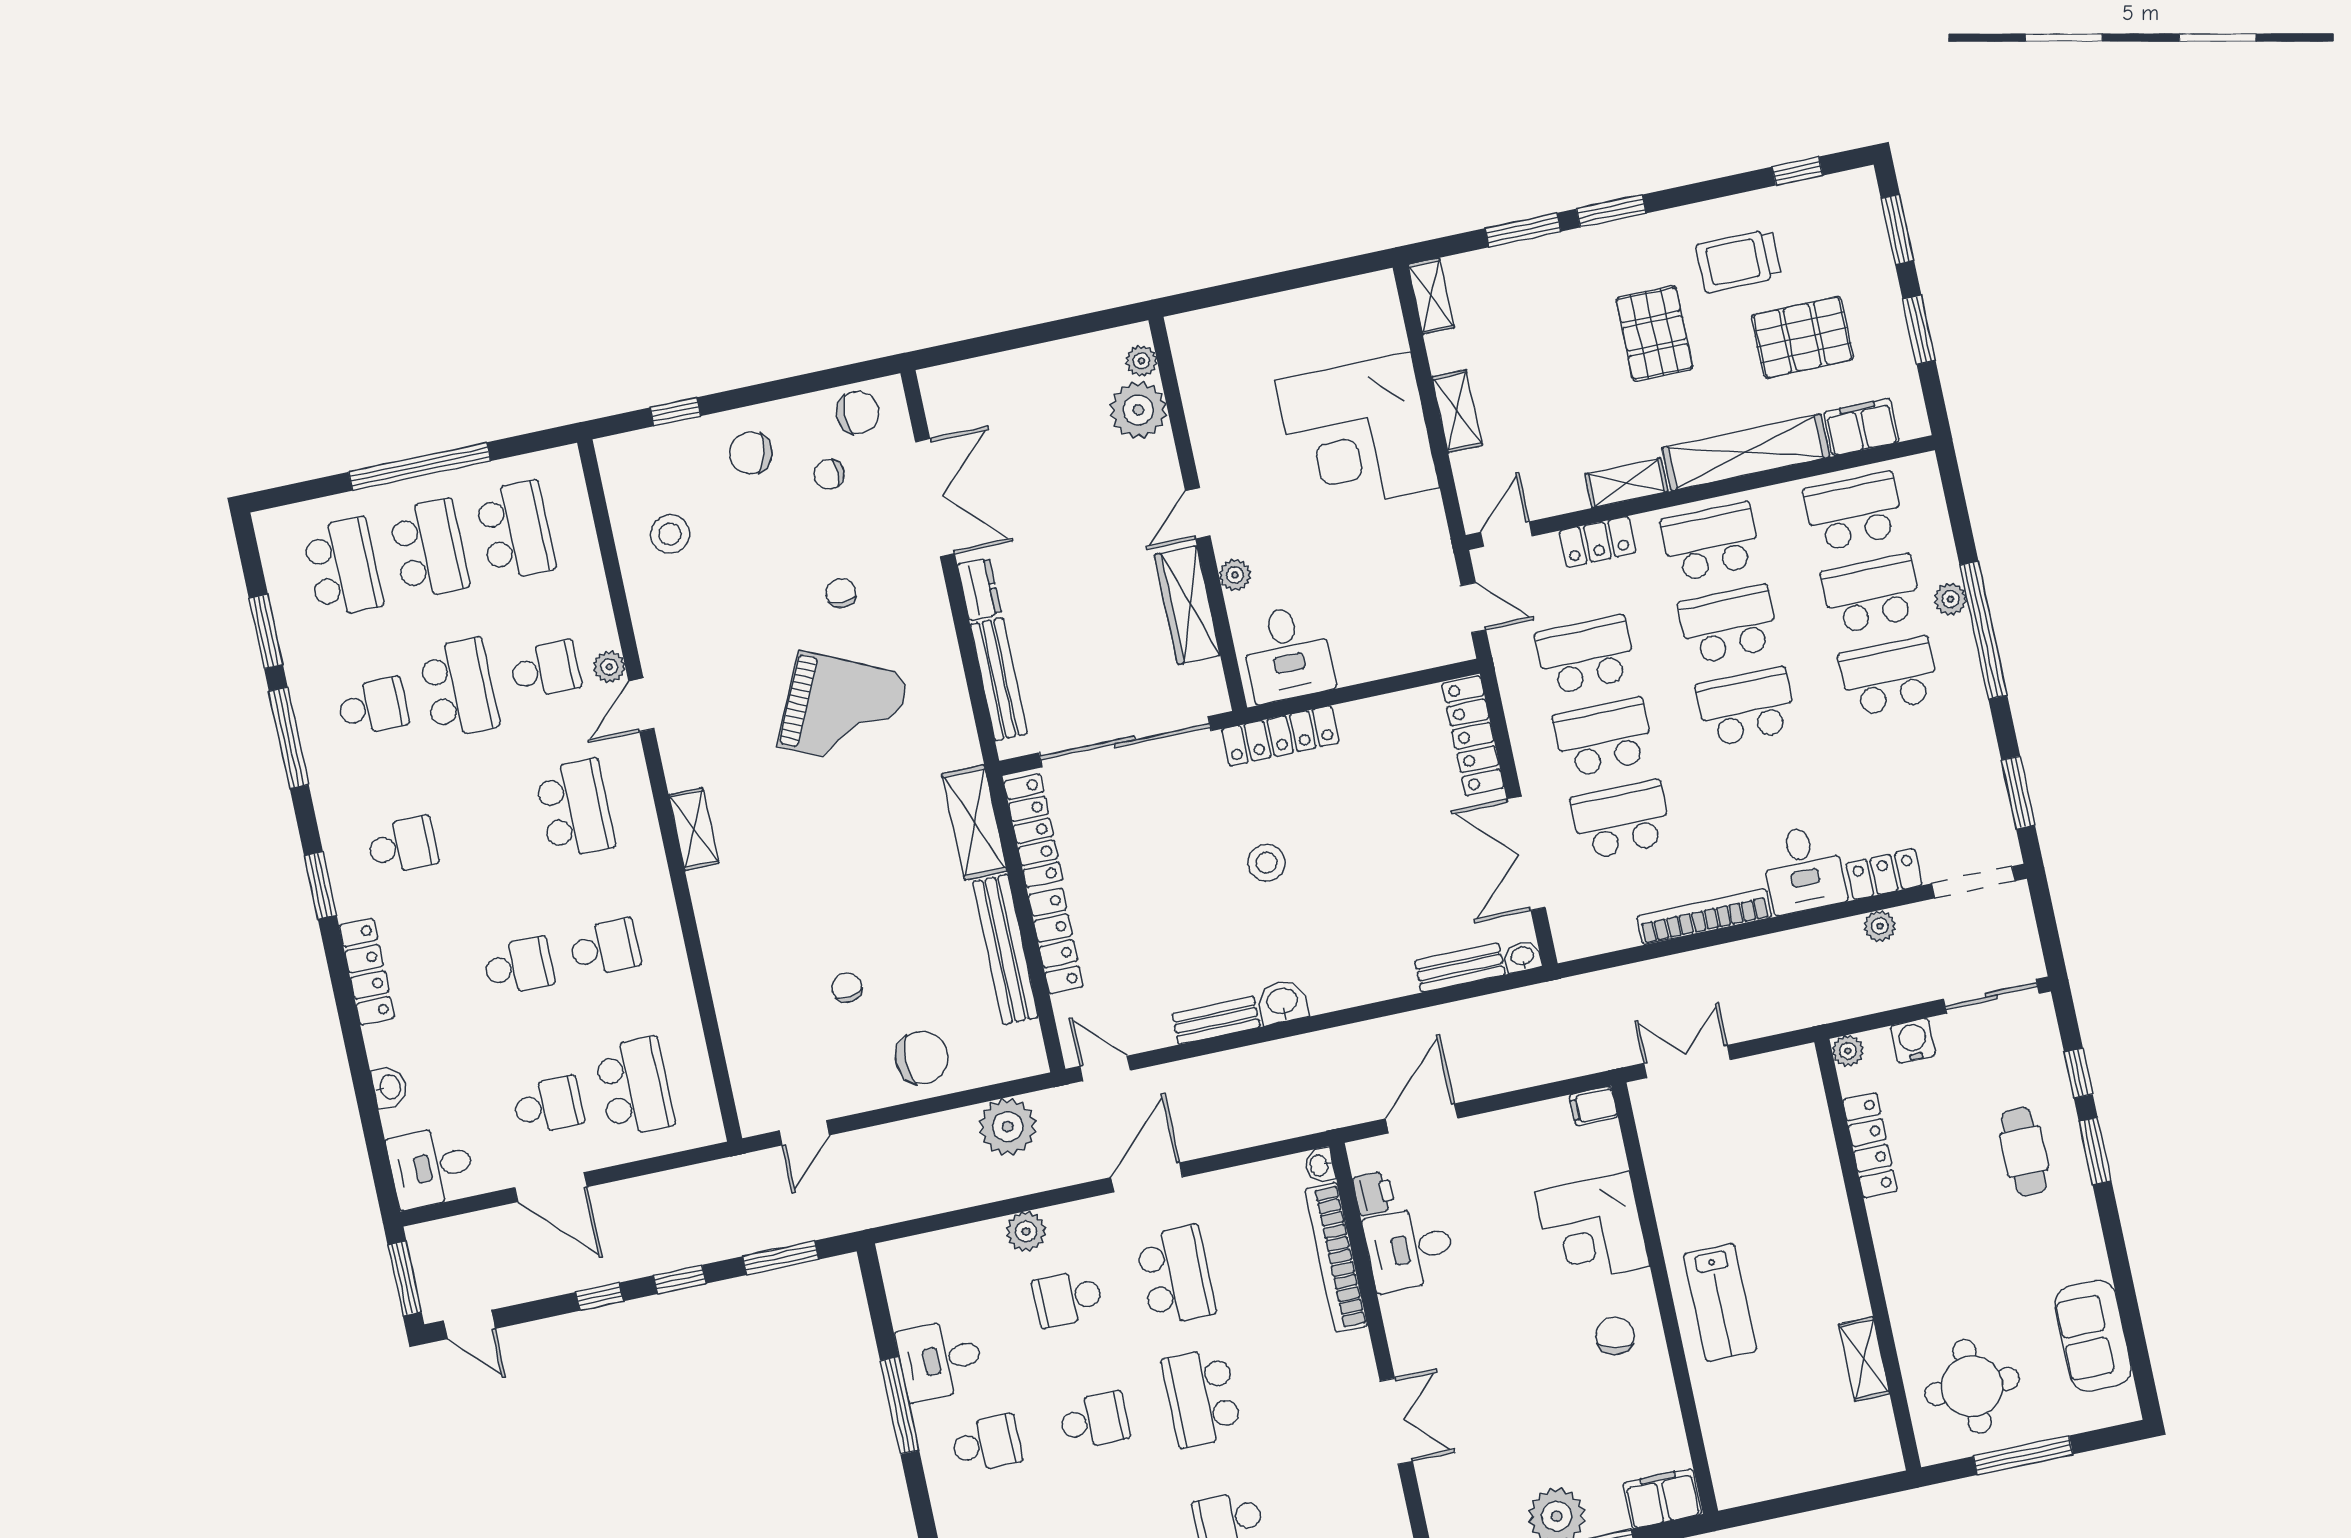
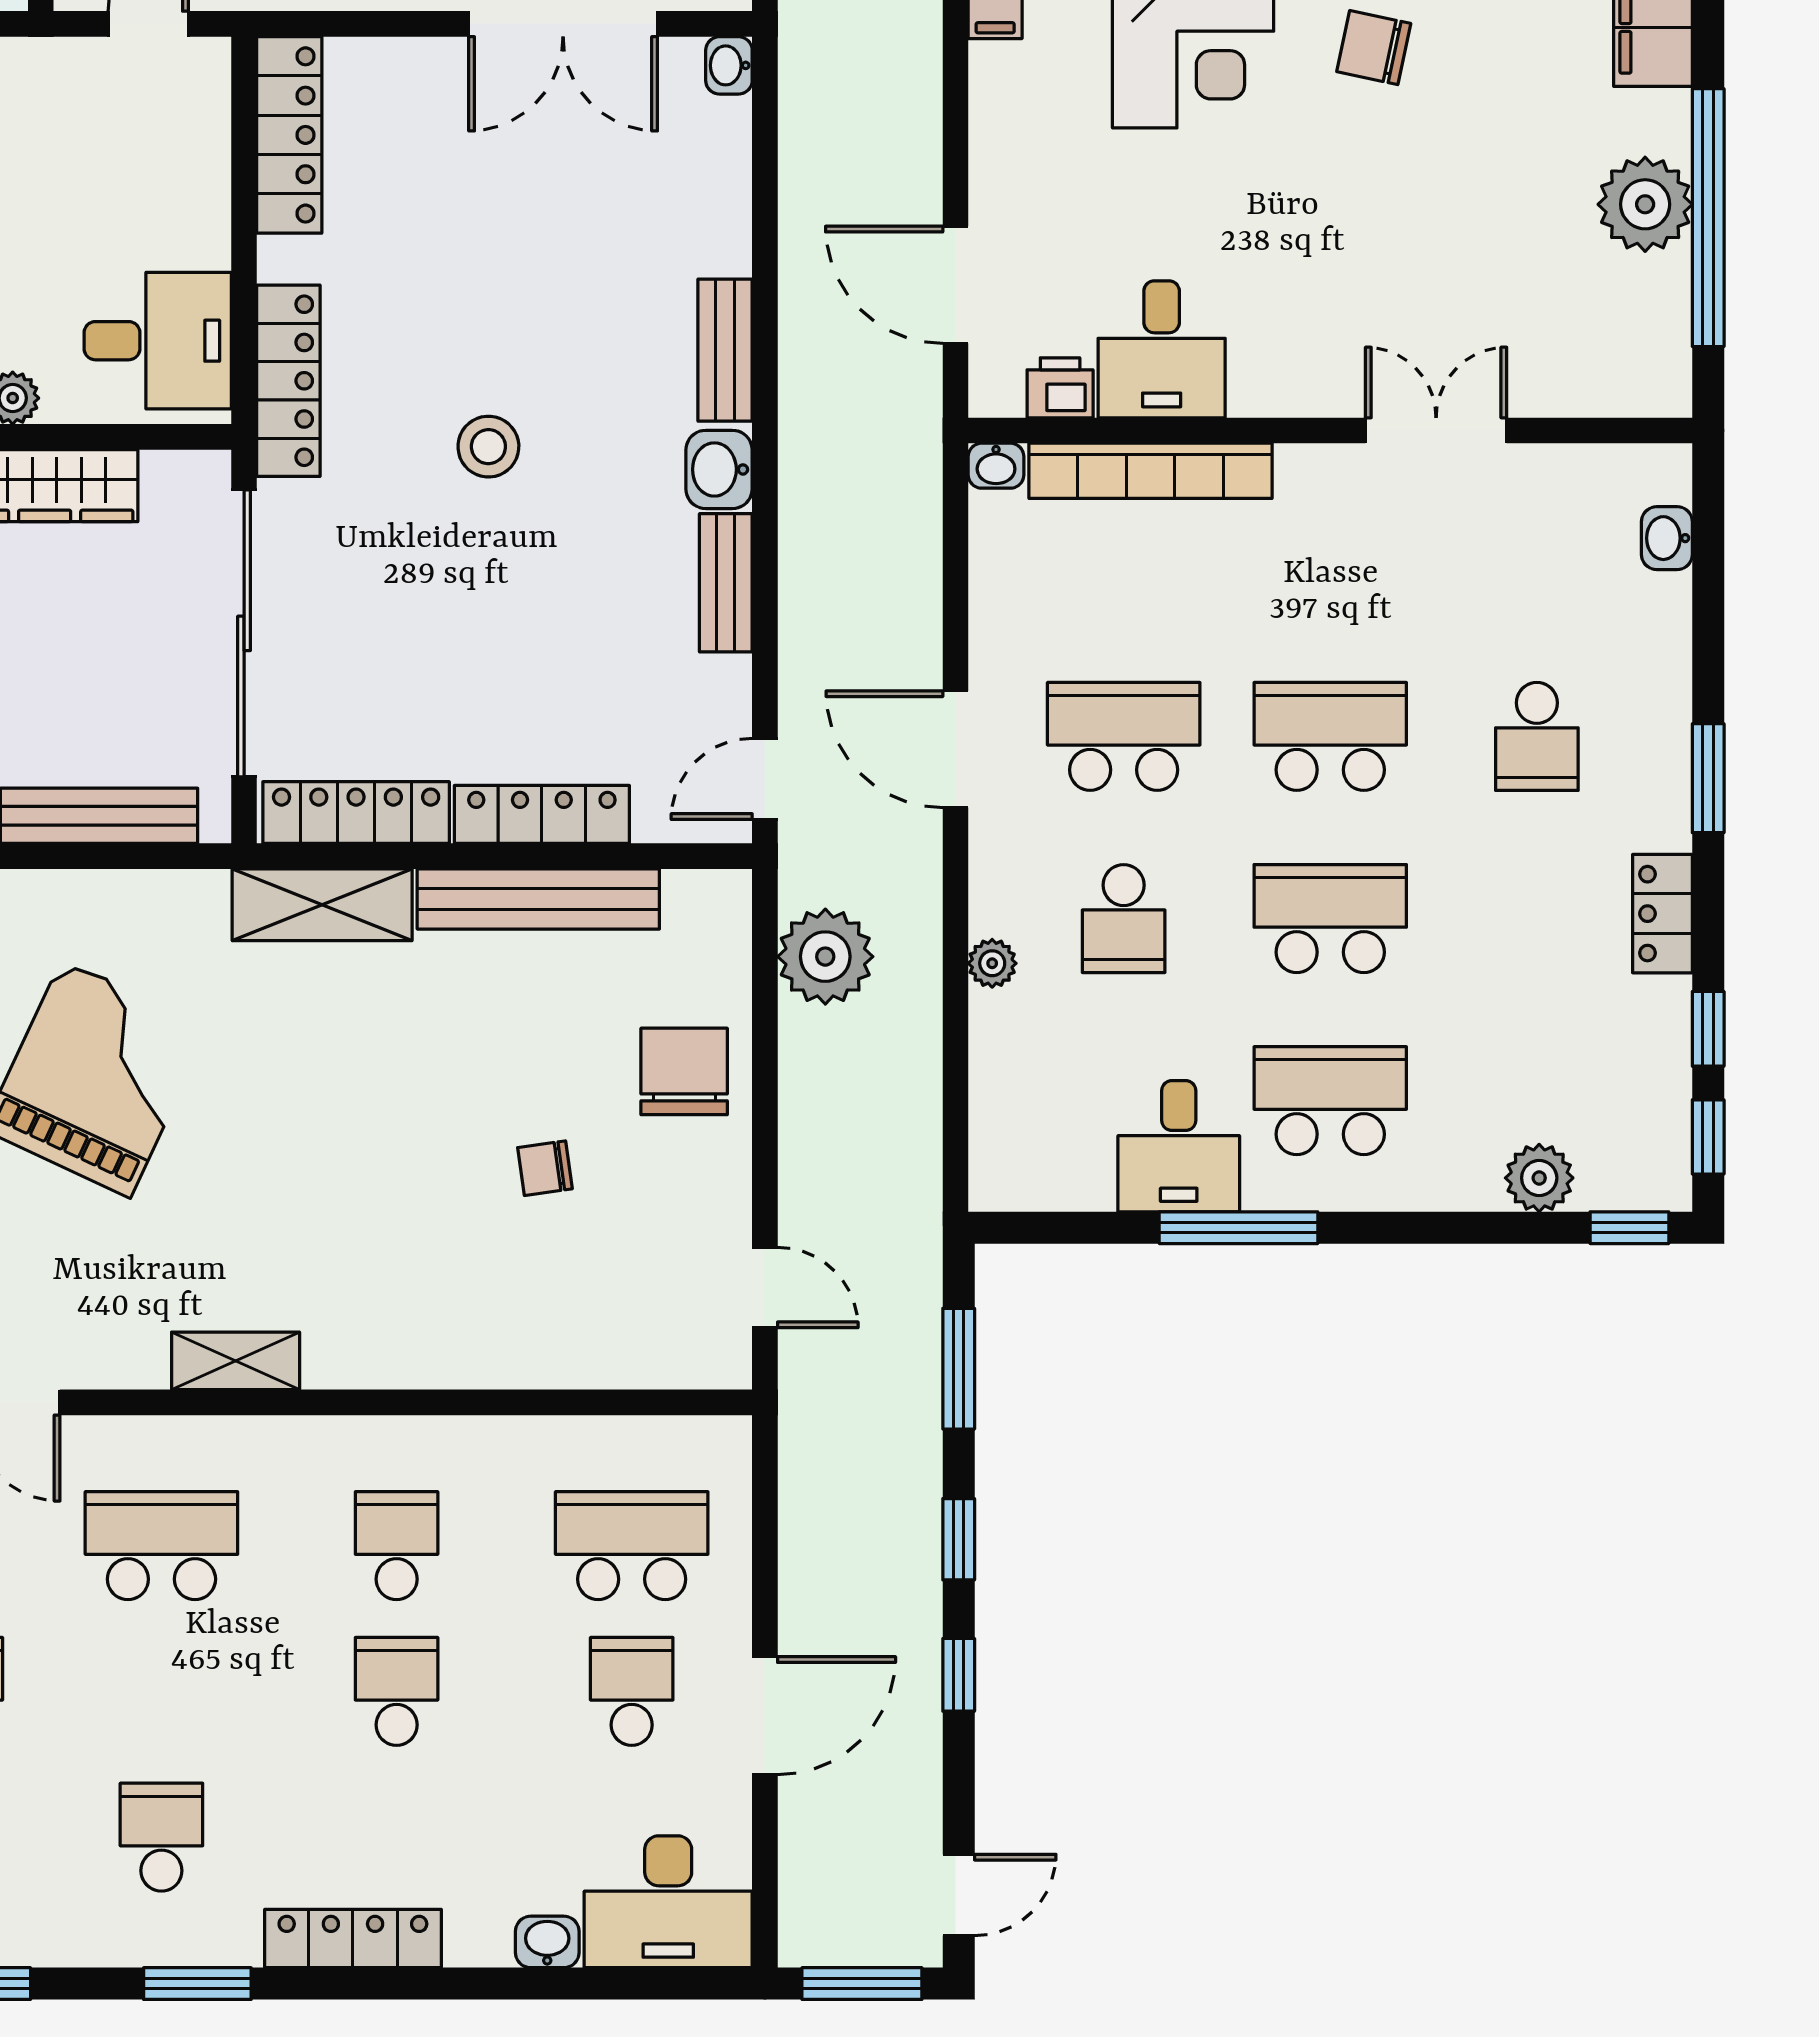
locker: (1473, 736) -> (289, 135), moved, turned -90
bench: (1460, 968) -> (725, 350), moved
desk: (431, 1167) -> (668, 1902), width x1.37
plant: (1026, 1232) -> (992, 963), width x0.73, depth x0.73
school desk: (1202, 1397) -> (1330, 736), turned 180
school desk: (1094, 1421) -> (1330, 919), width x1.85
school desk: (986, 1444) -> (1330, 1101), width x1.85

